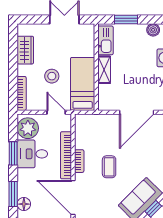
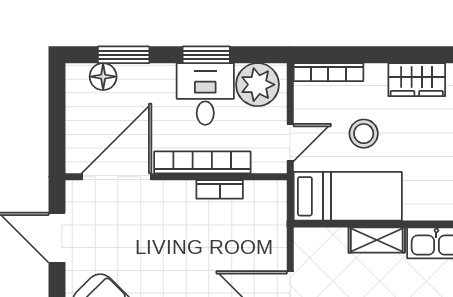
bookcase: (79, 161) -> (220, 189), moved
coffee table: (109, 167) -> (179, 250), removed

